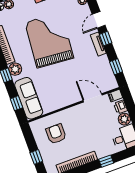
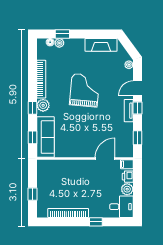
grand piano: (49, 40) -> (85, 90), width x0.73, depth x0.68
door: (93, 98) -> (105, 159), hinge flipped
armchair: (56, 134) -> (59, 179), removed

